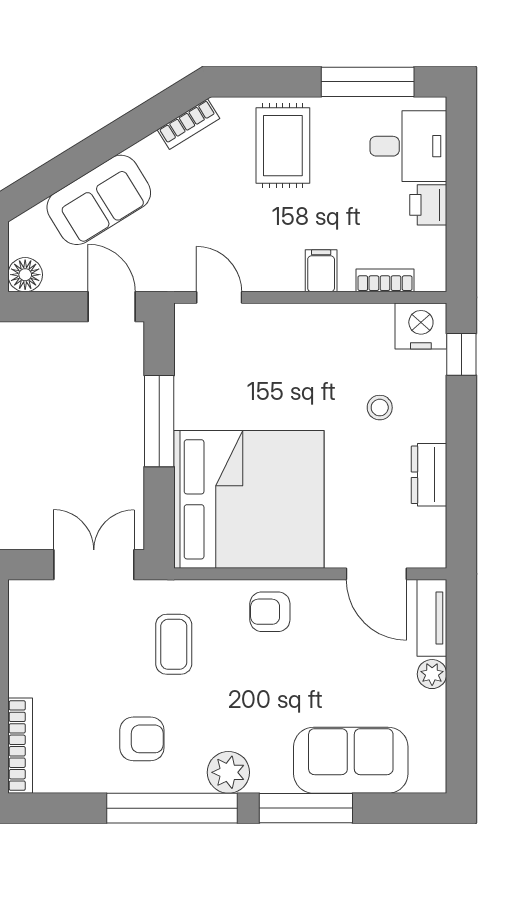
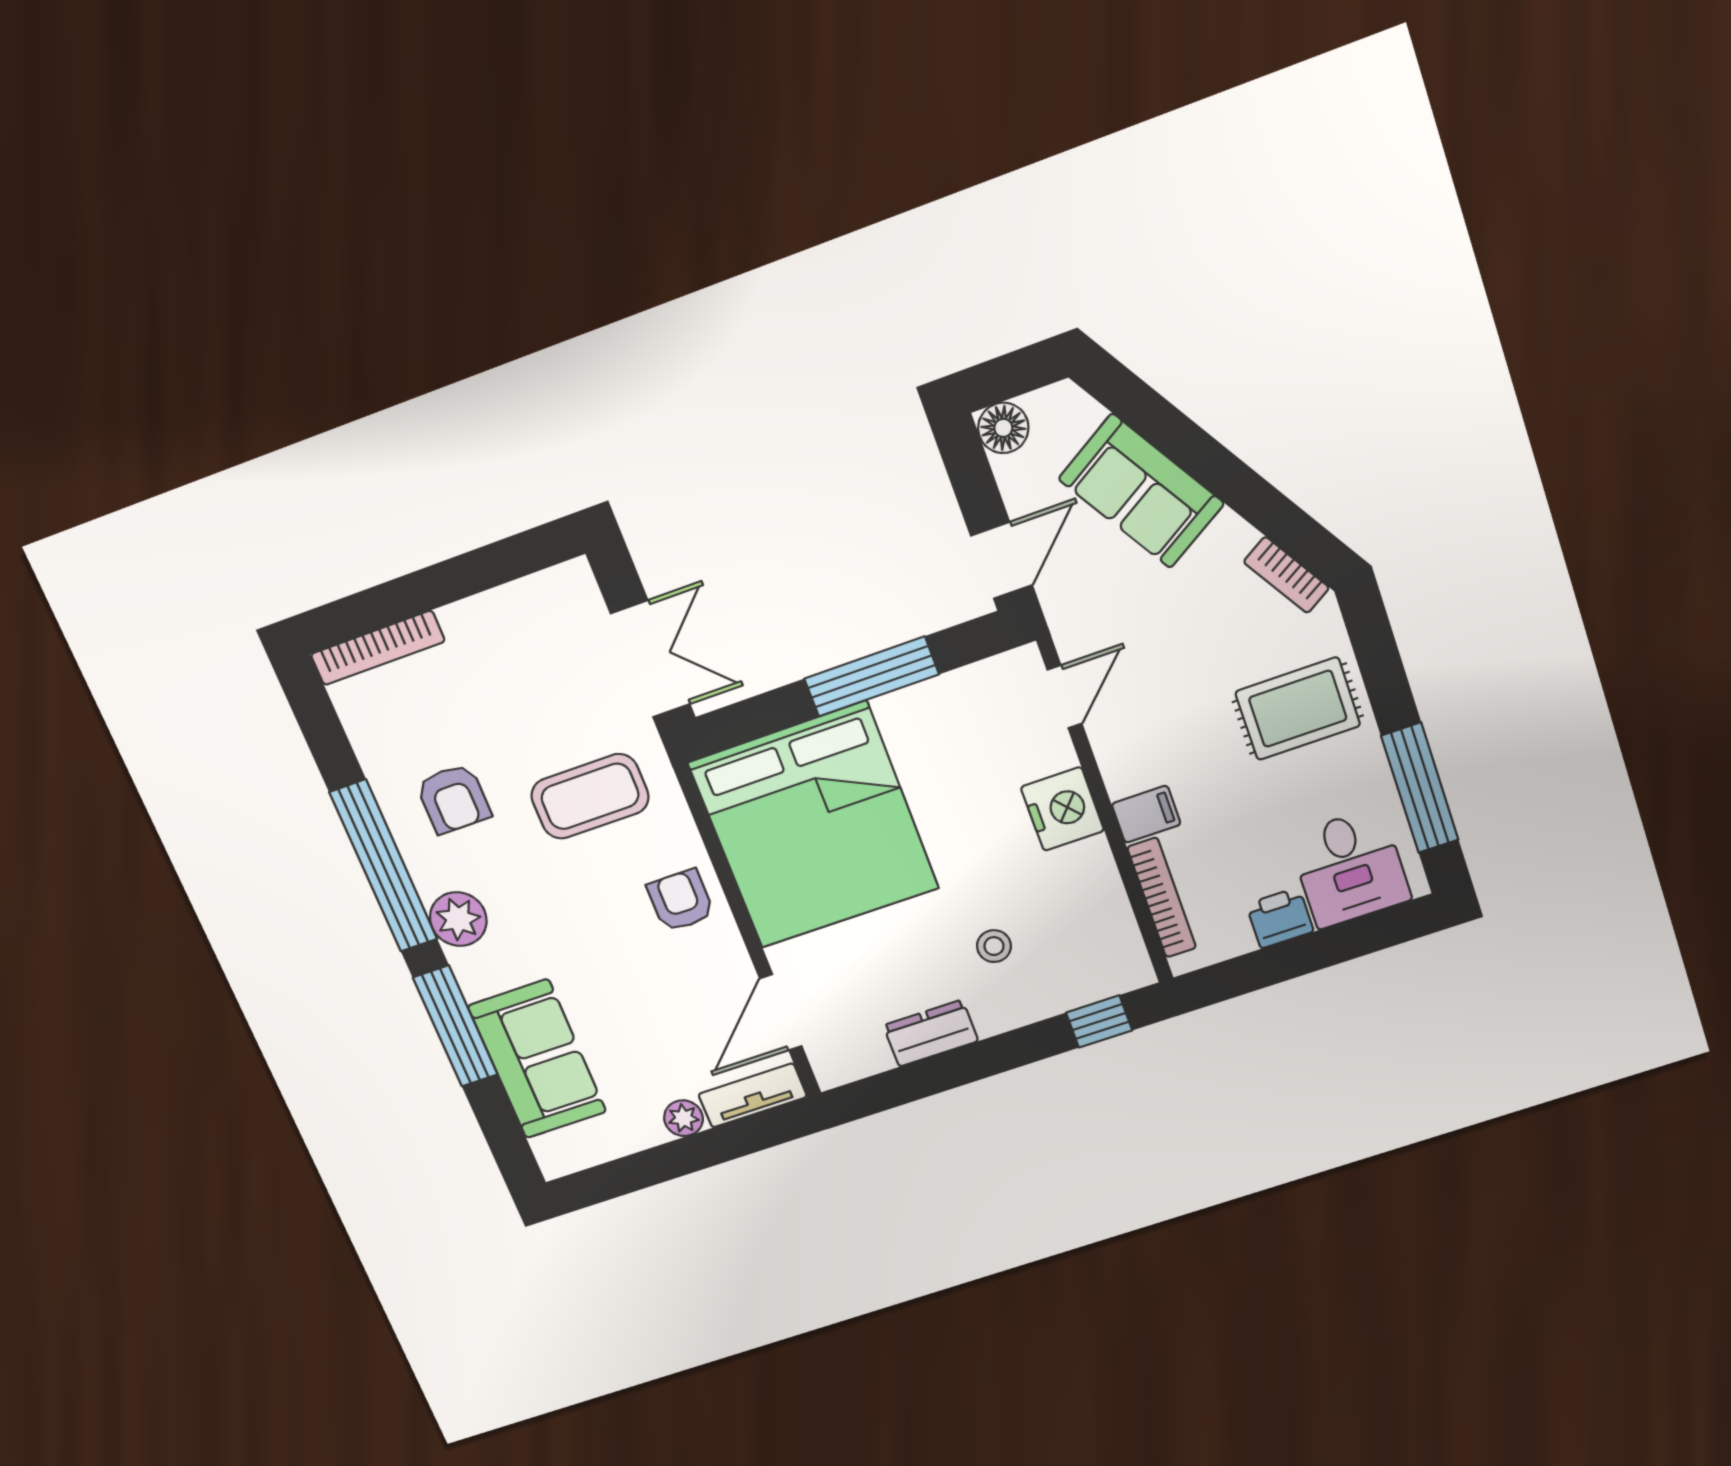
bookcase: (385, 280) -> (1162, 898), width x1.56
nightstand: (421, 326) -> (1062, 809), moved
coffee table: (174, 644) -> (590, 796), width x1.36, depth x1.30

